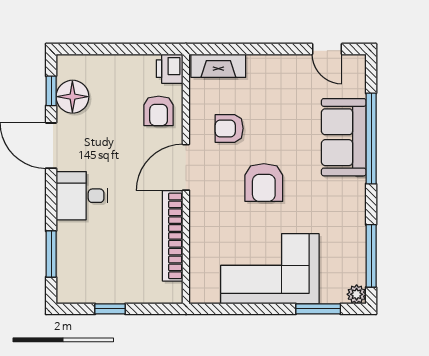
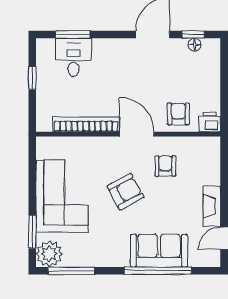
fireplace: (218, 66) -> (212, 206), moved
floor lamp: (72, 97) -> (195, 45), width x0.53, depth x0.53
armchair: (159, 111) -> (178, 114), turned 90
armchair: (264, 183) -> (125, 192), turned 151
desk: (82, 196) -> (73, 57), moved
plant: (357, 294) -> (49, 254), width x1.88, depth x1.88

